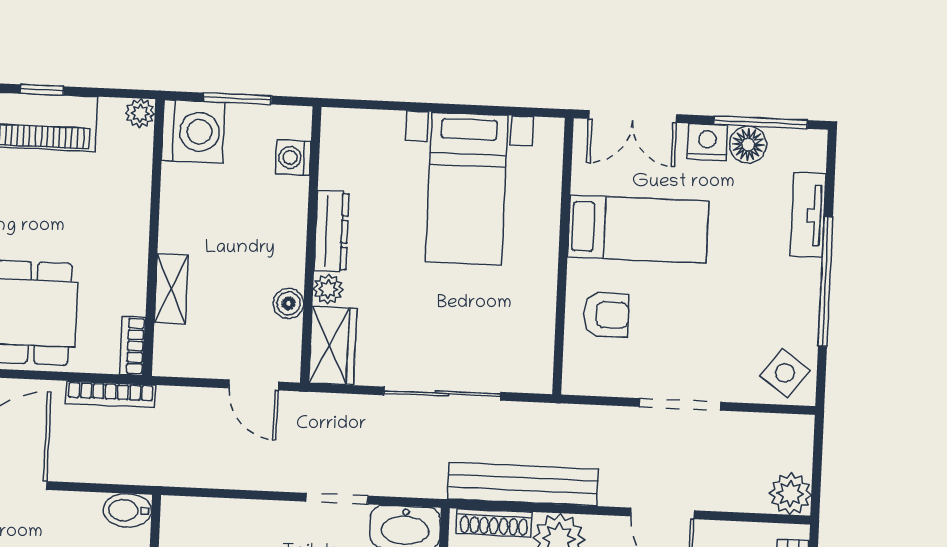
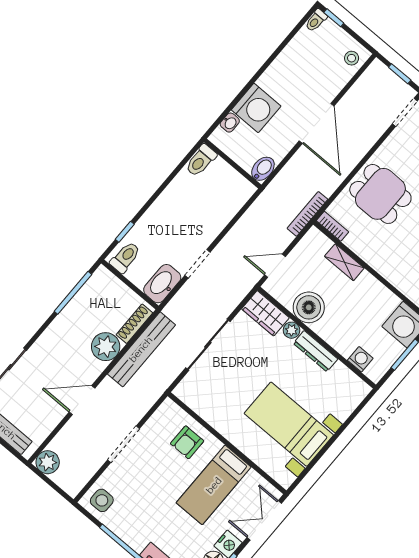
boiler: (288, 303) -> (309, 307), width x1.86, depth x1.86
side table: (785, 373) -> (102, 500), turned -36
bookcase: (111, 394) -> (307, 214), moved

